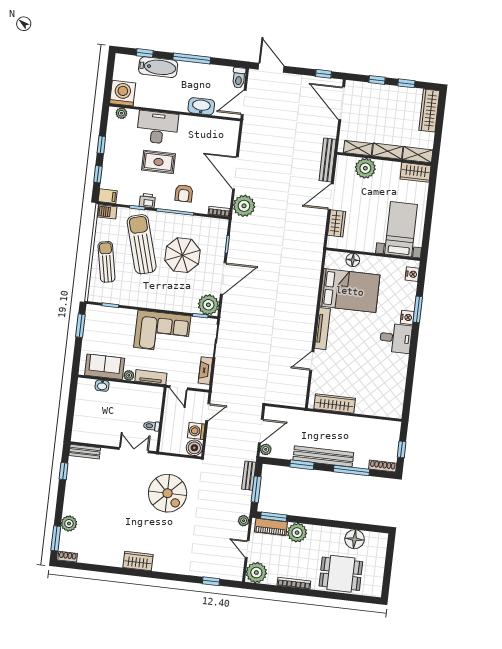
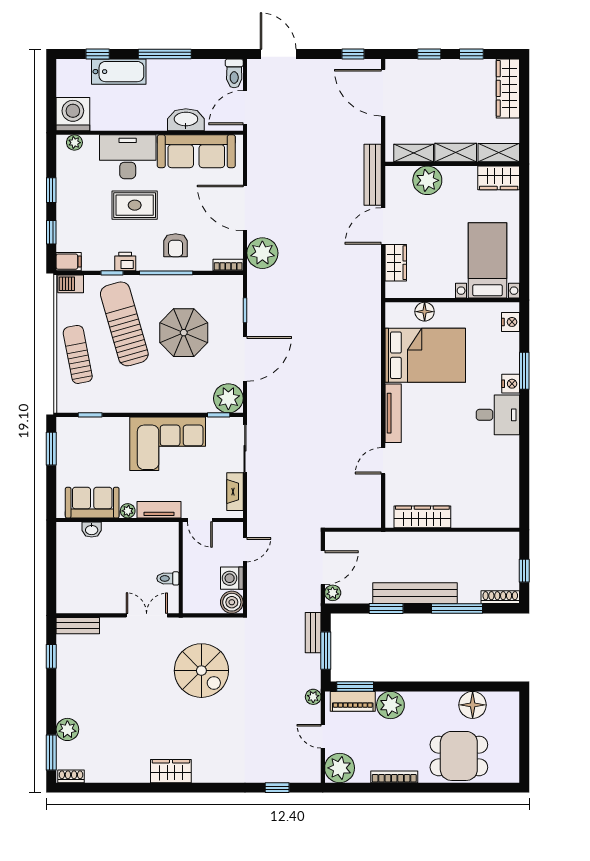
sofa: (206, 129) -> (196, 151), added

